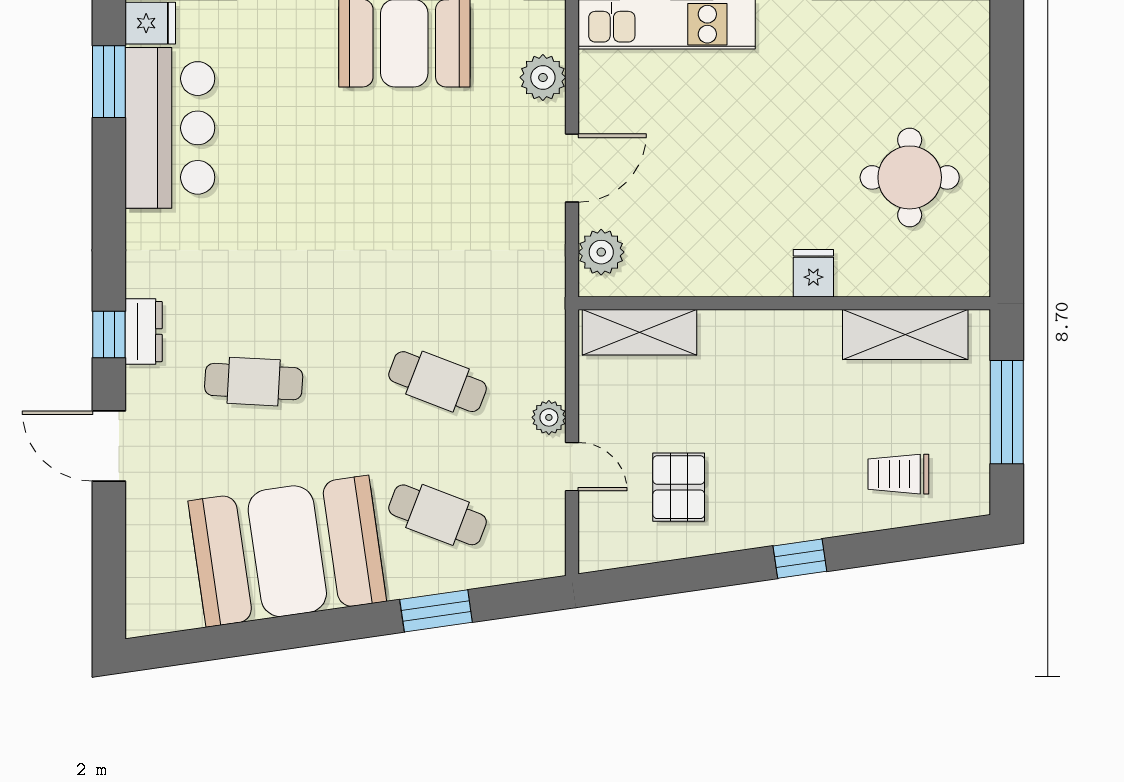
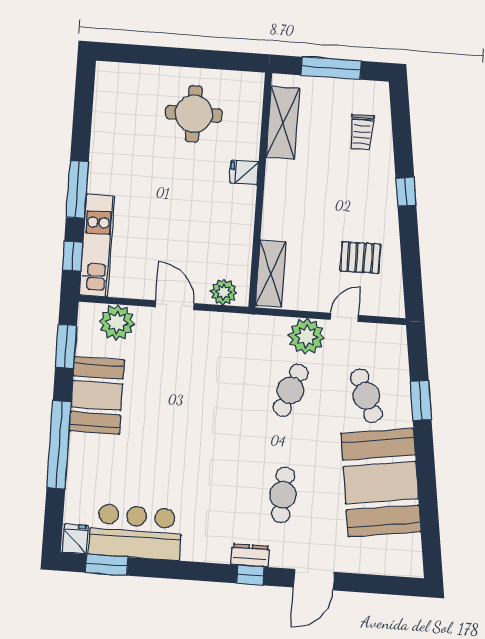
plant: (543, 77) -> (117, 322), width x1.36, depth x1.36
plant: (549, 417) -> (306, 336), width x1.87, depth x1.87
cafe table: (438, 515) -> (366, 396), turned -45

